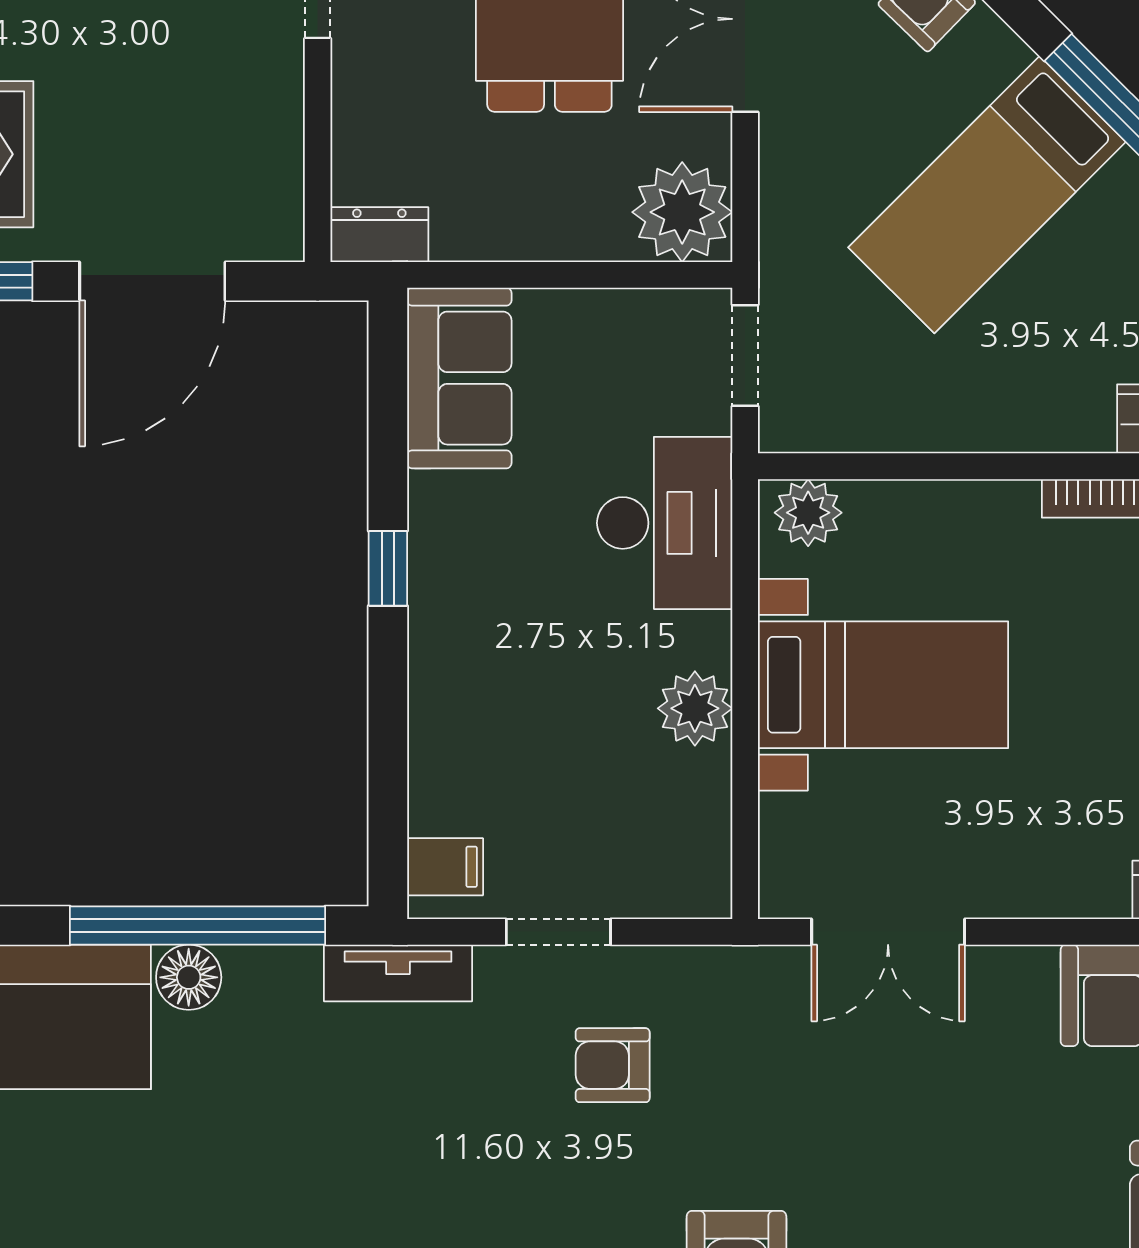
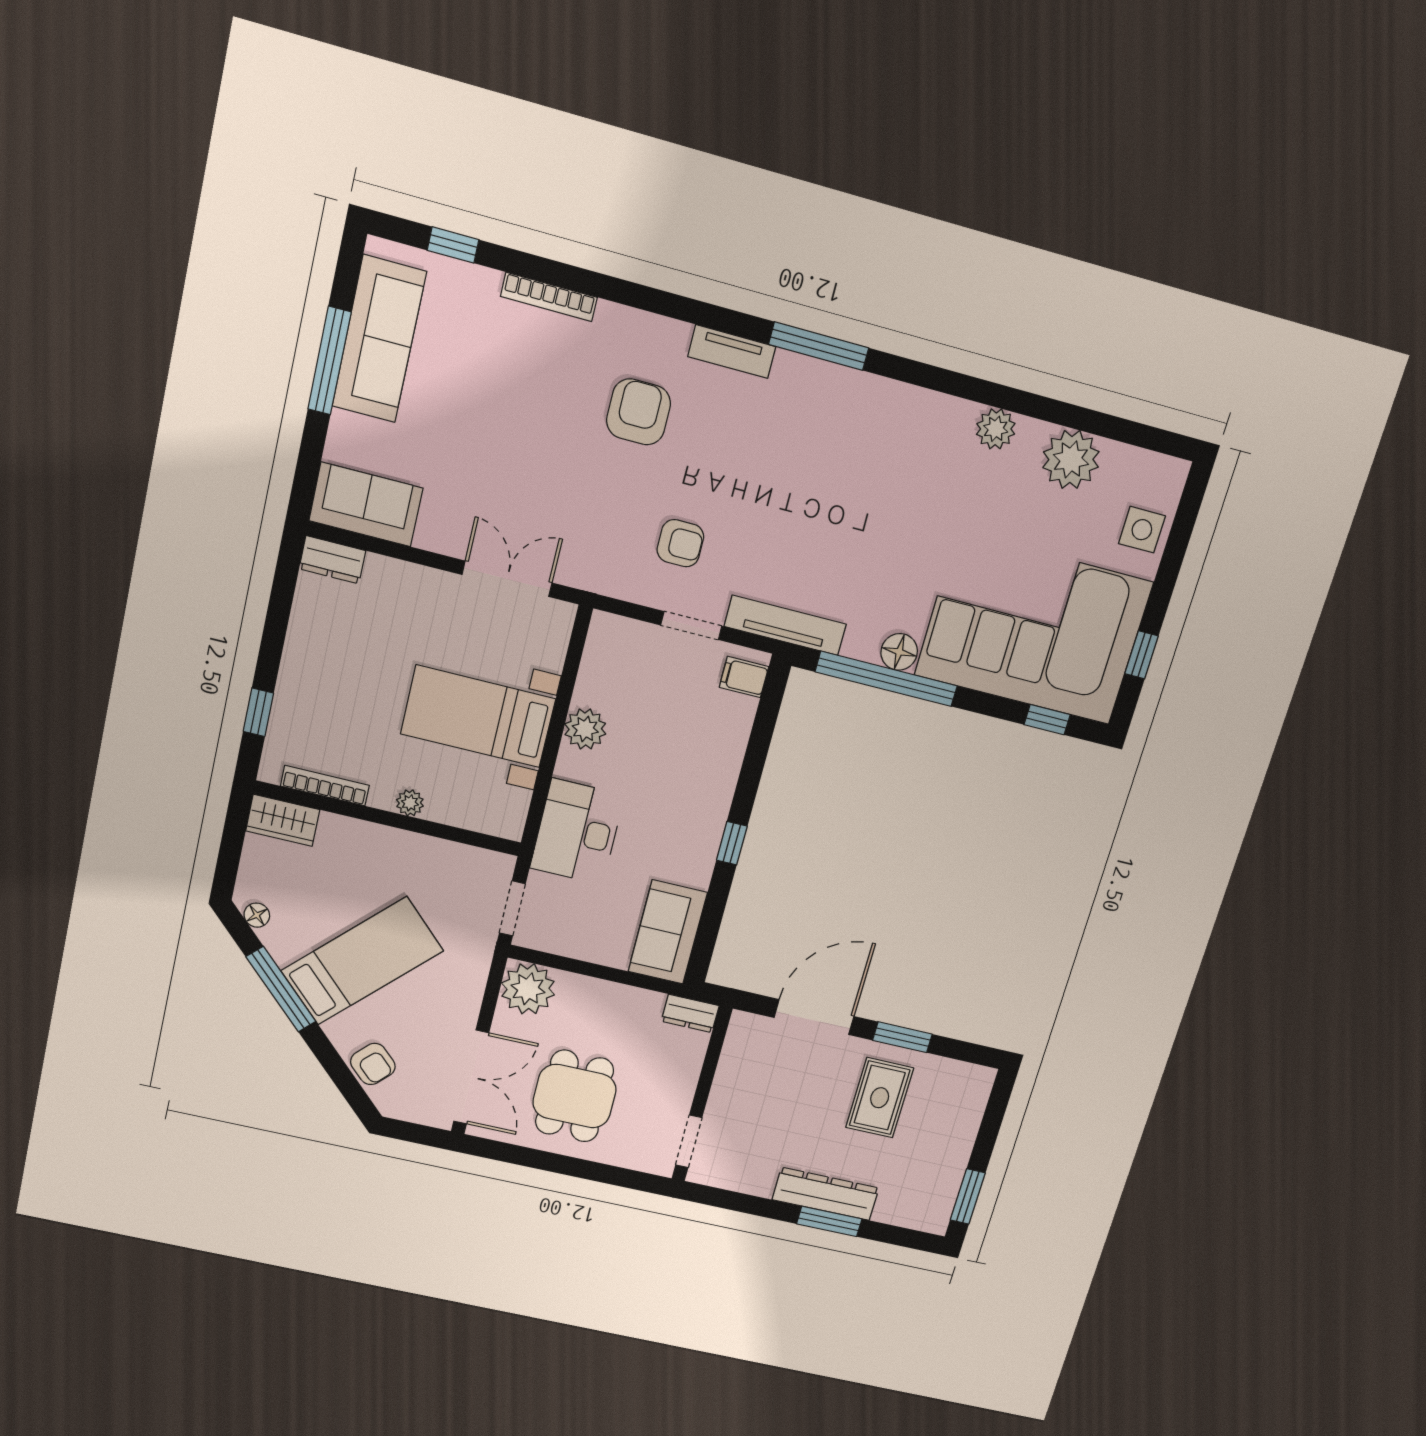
plant: (808, 513) -> (410, 803), moved, width x0.73, depth x0.73
tv unit: (398, 973) -> (785, 625), width x1.41

